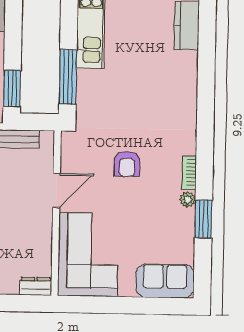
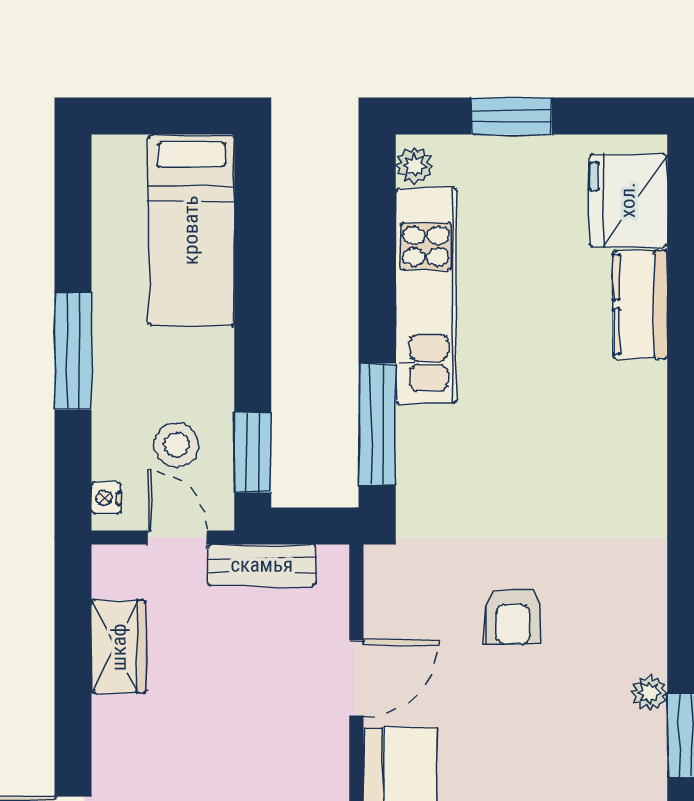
bookcase: (189, 173) -> (652, 633), removed

